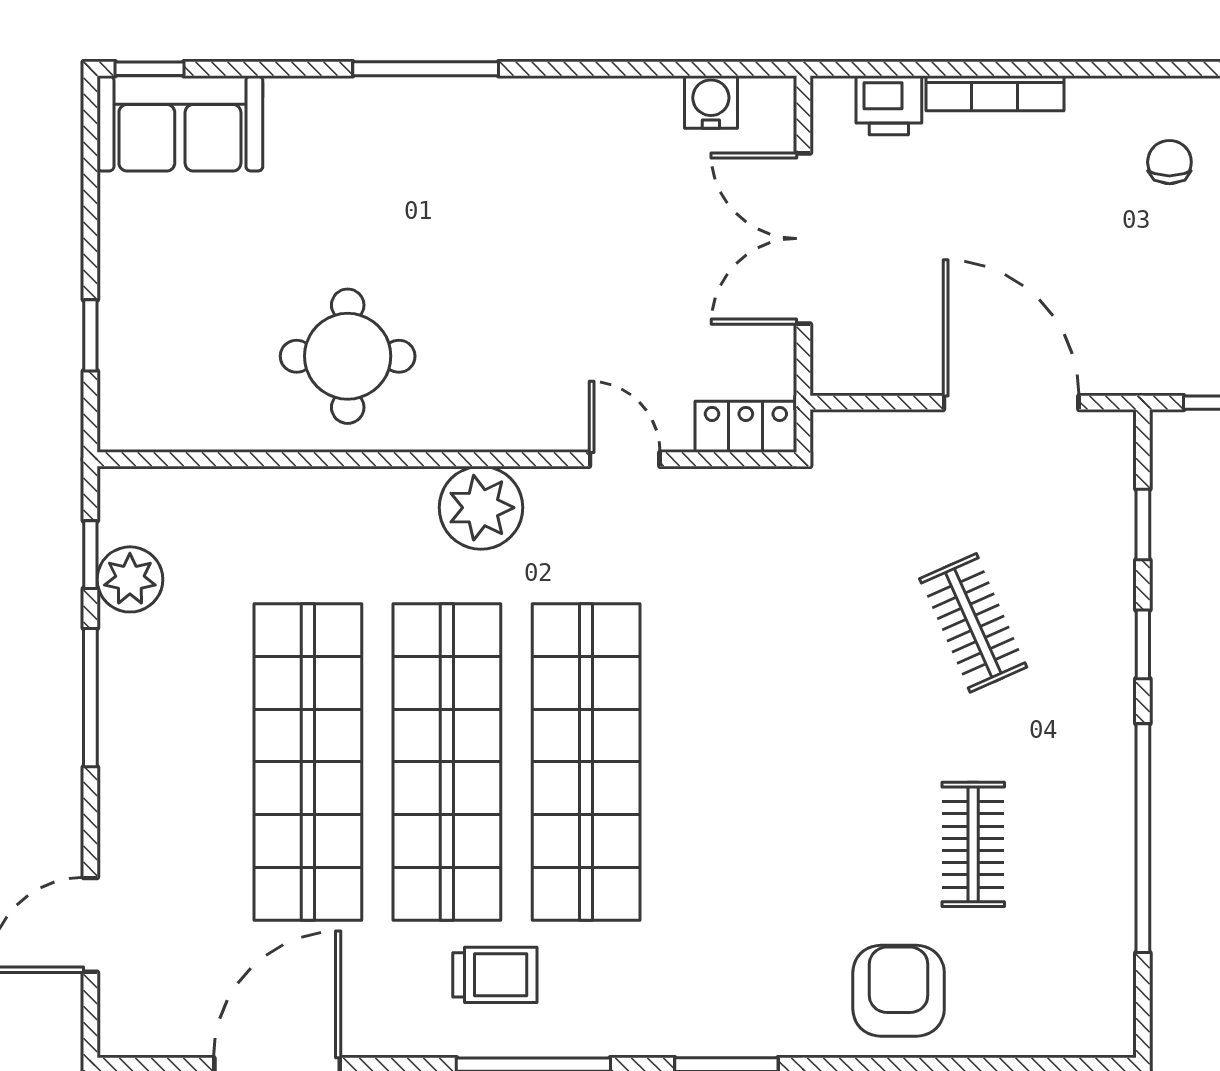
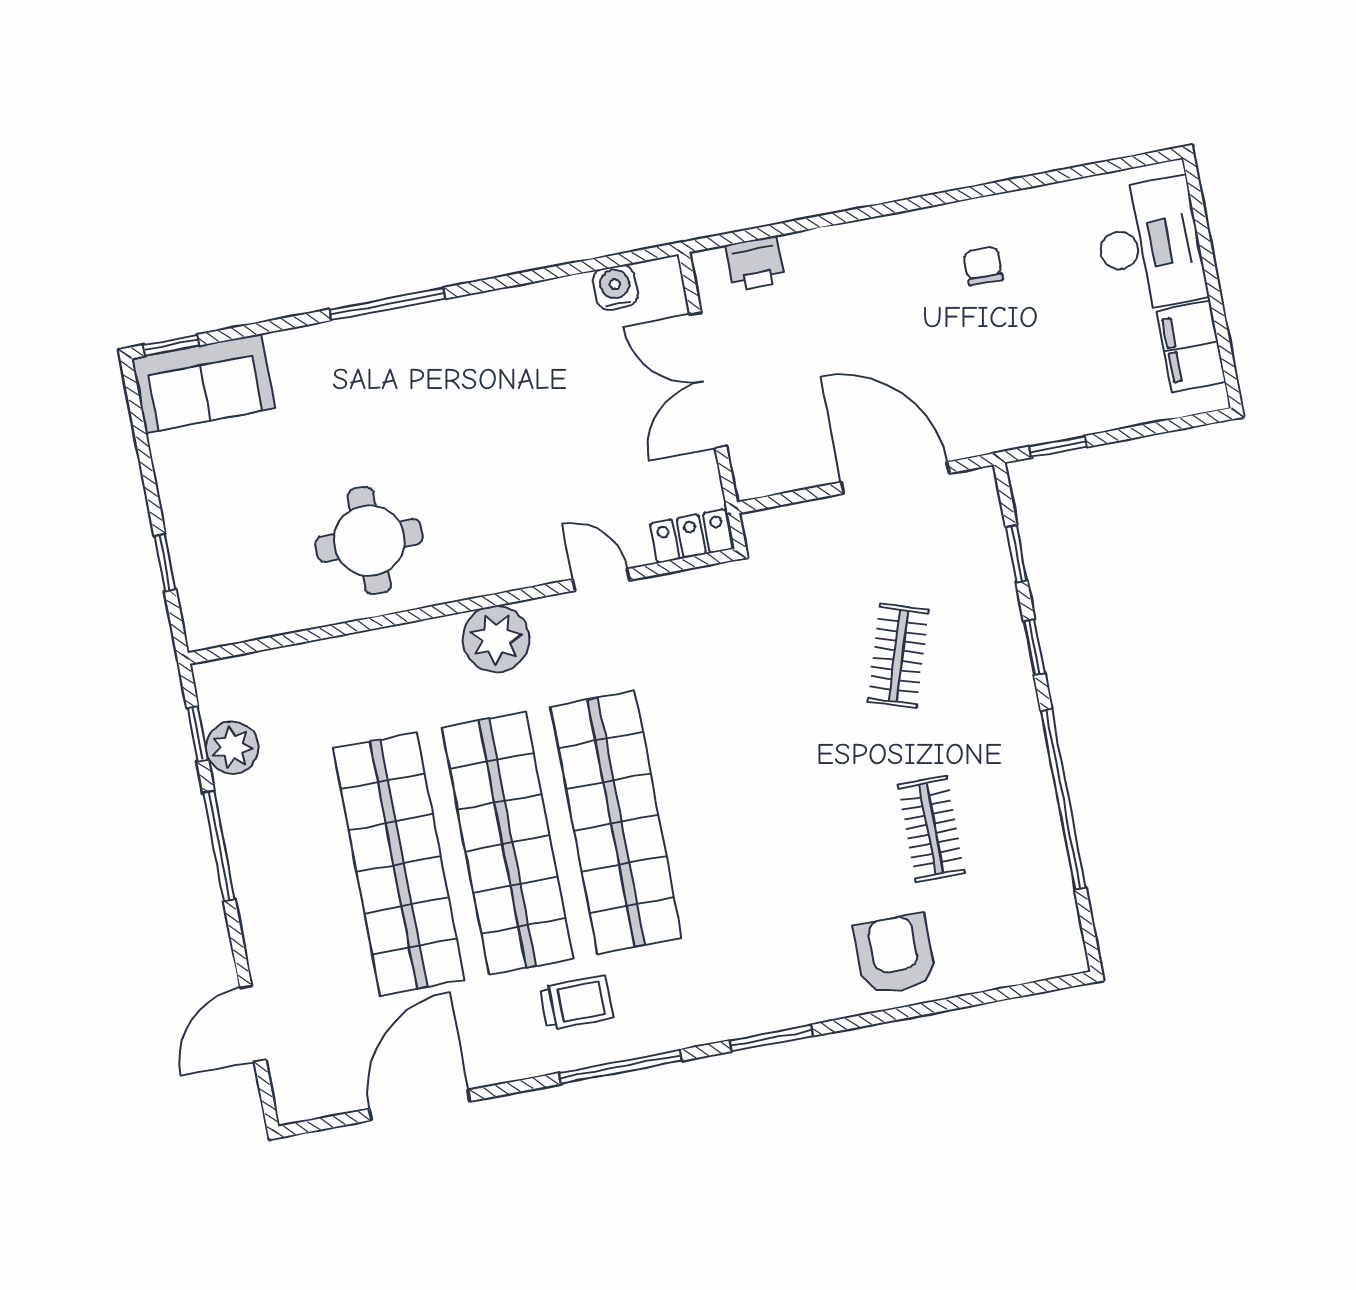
bookcase: (995, 93) -> (836, 238), removed
clothes rail: (973, 623) -> (898, 656), turned 42

